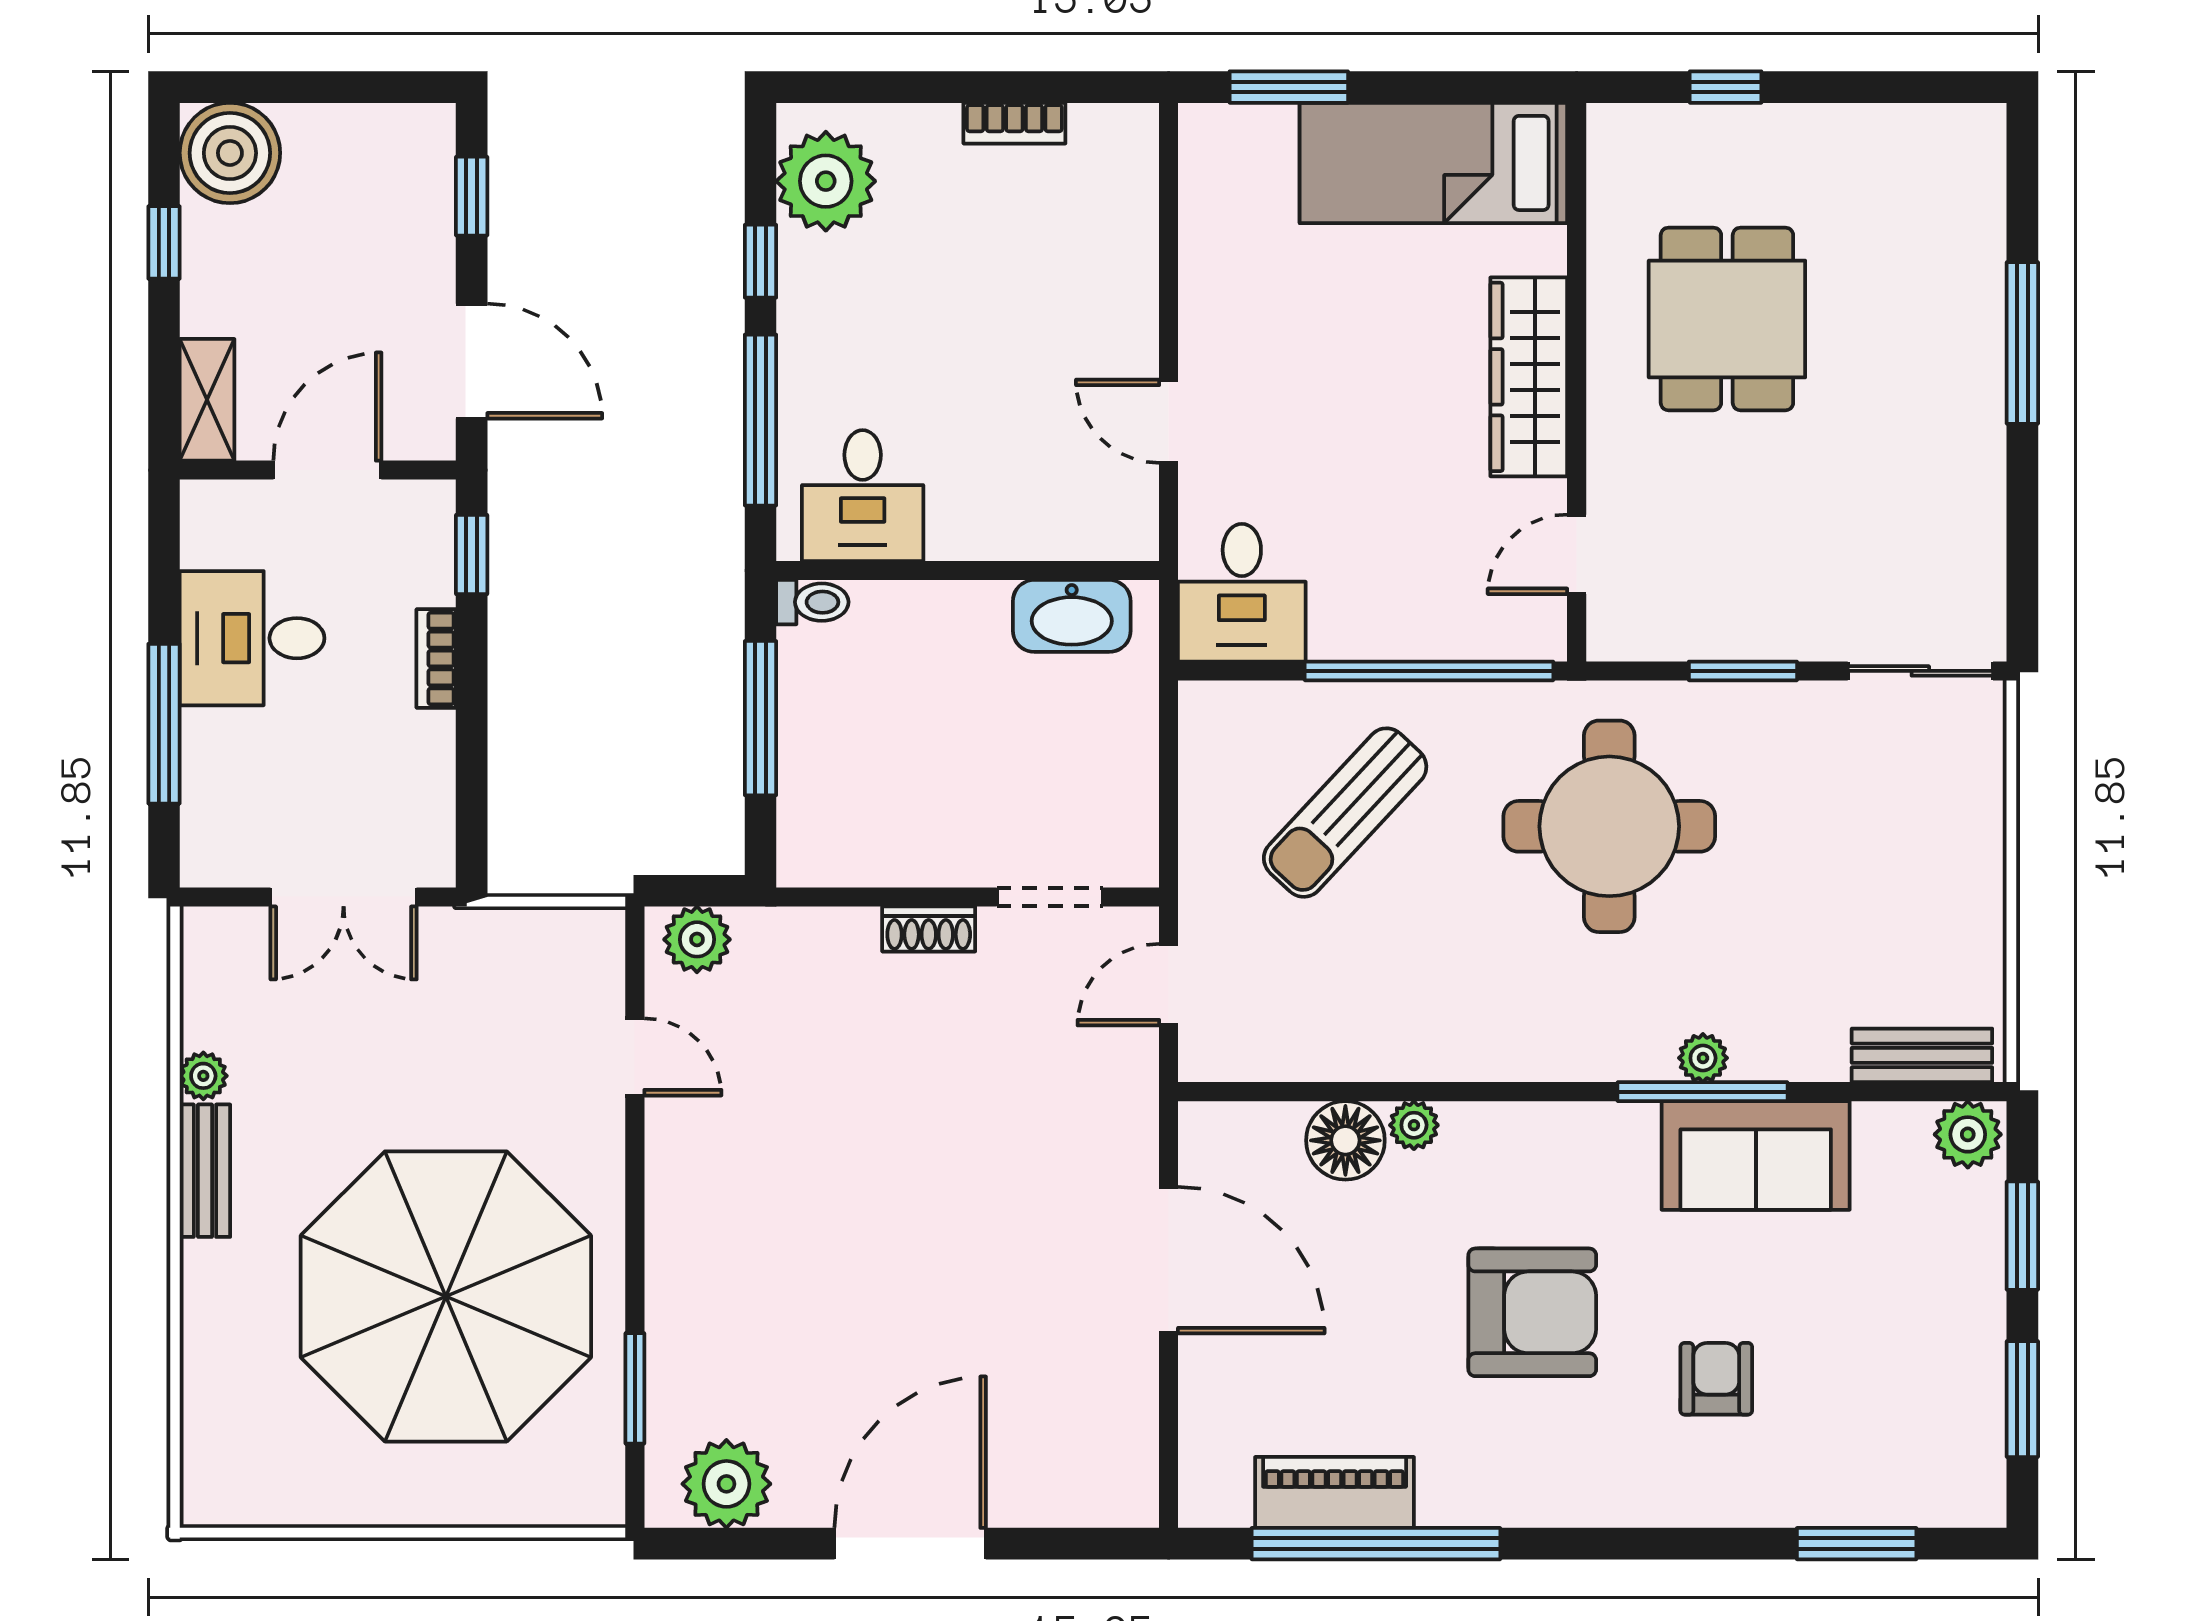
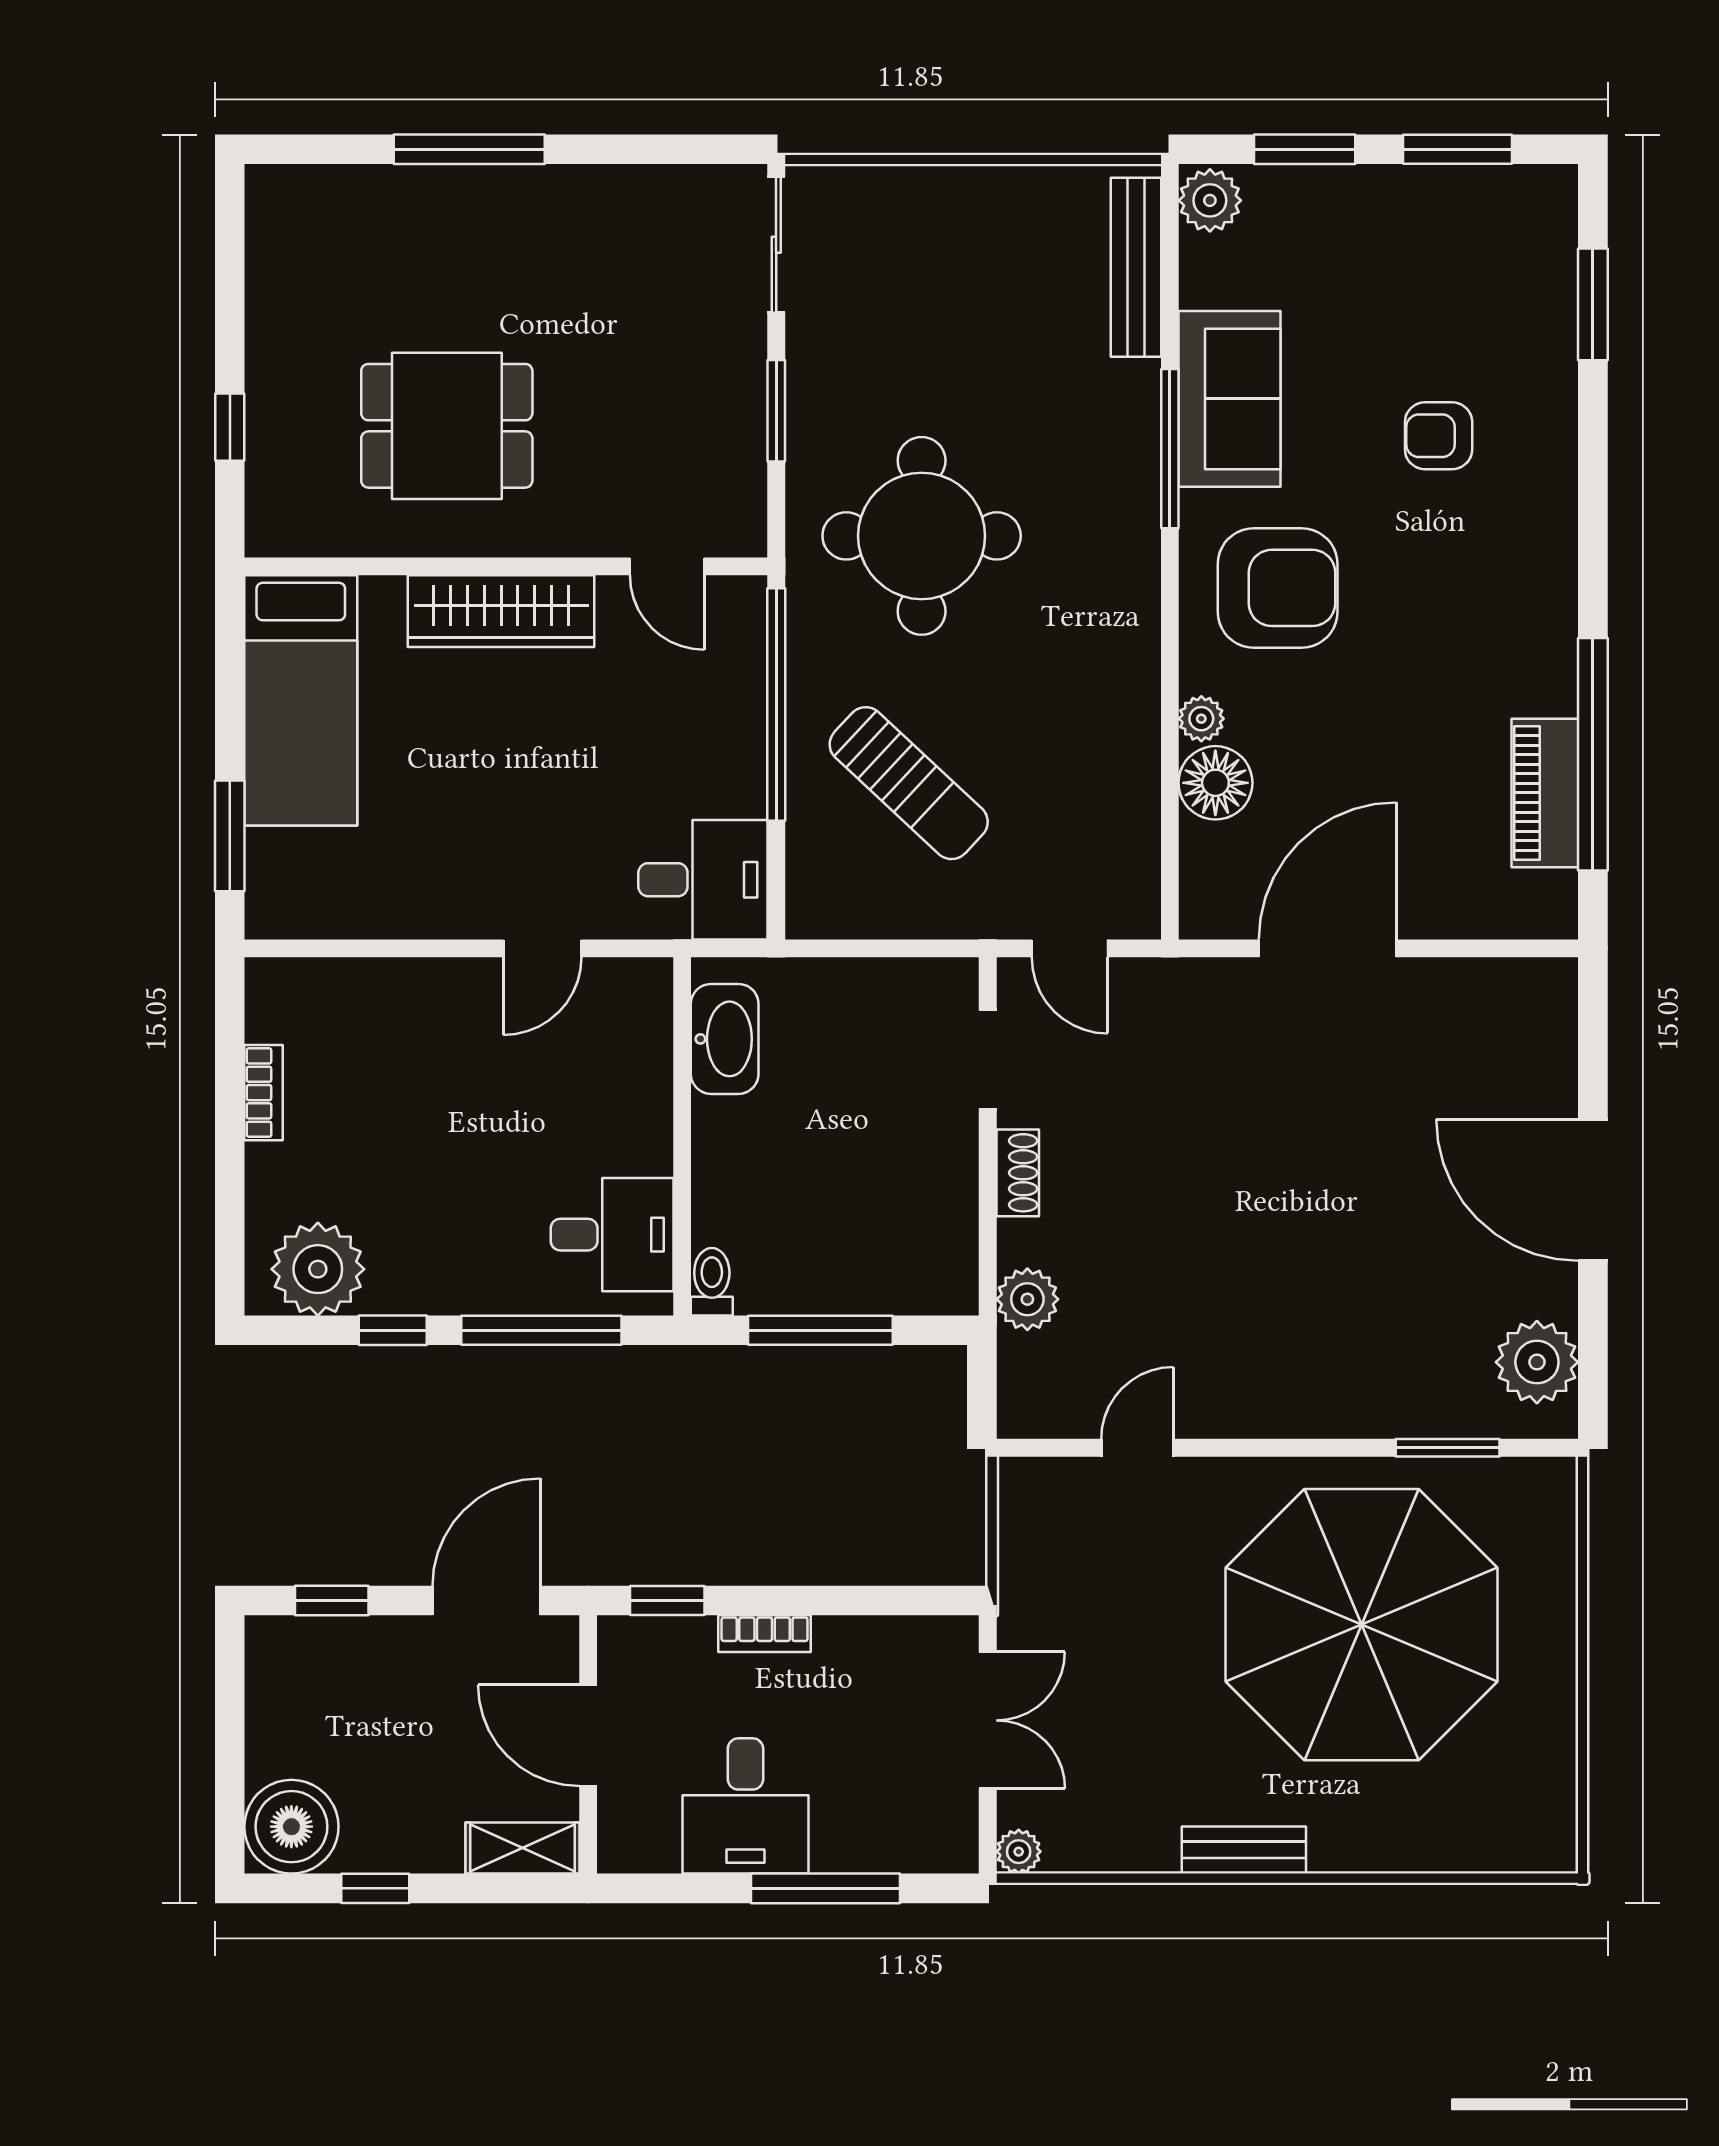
plant: (697, 939) -> (1027, 1299), moved
bench: (1922, 1055) -> (1136, 267), width x1.36
plant: (1703, 1058) -> (1138, 448), removed
plant: (203, 1076) -> (1019, 1852), moved
armchair: (1532, 1312) -> (1278, 588), moved, turned 90

